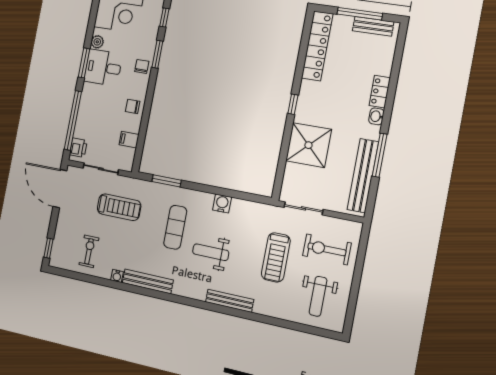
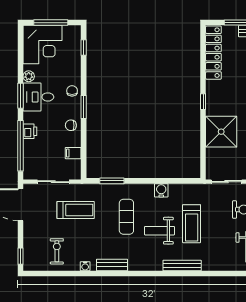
window: (157, 54) -> (84, 107), moved
printer: (78, 148) -> (30, 131), moved
treadmill: (276, 257) -> (192, 224), moved
bench: (148, 281) -> (112, 265), width x0.73

